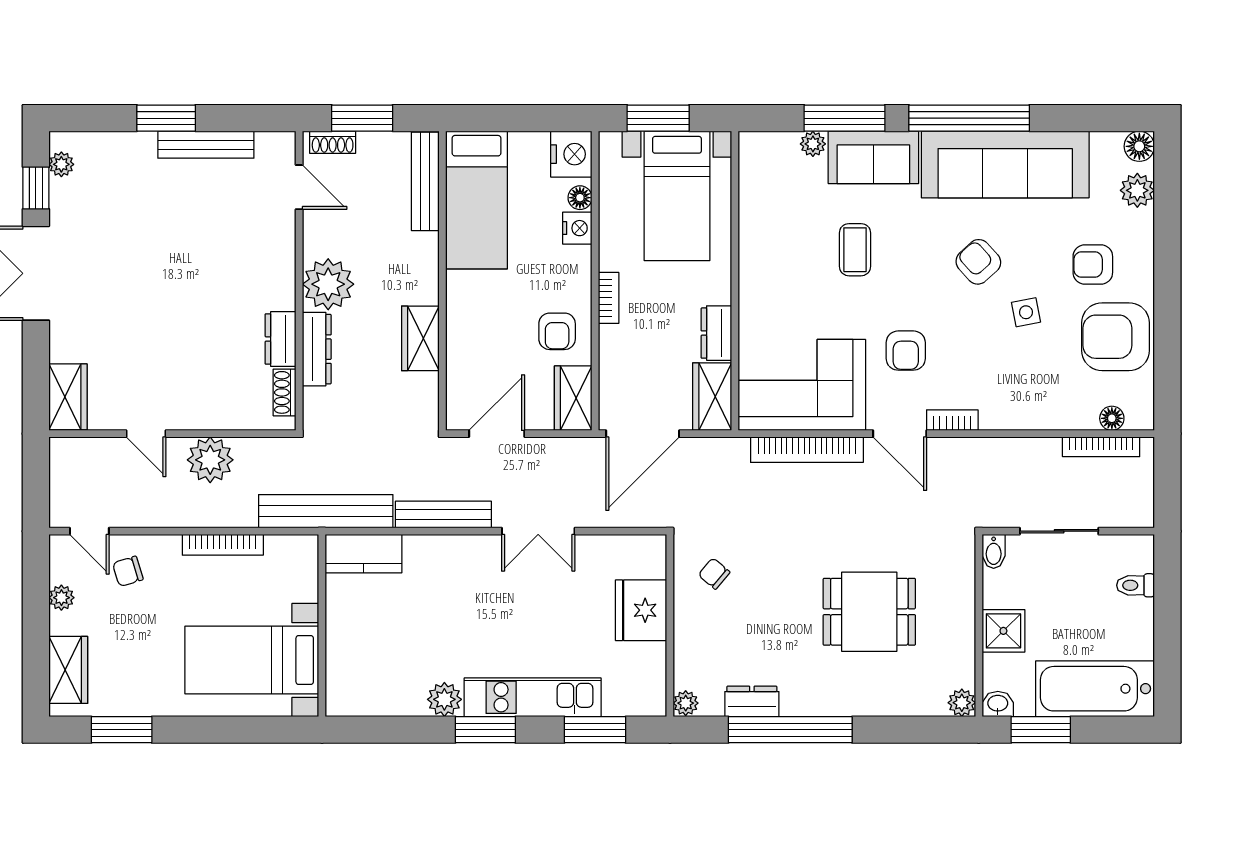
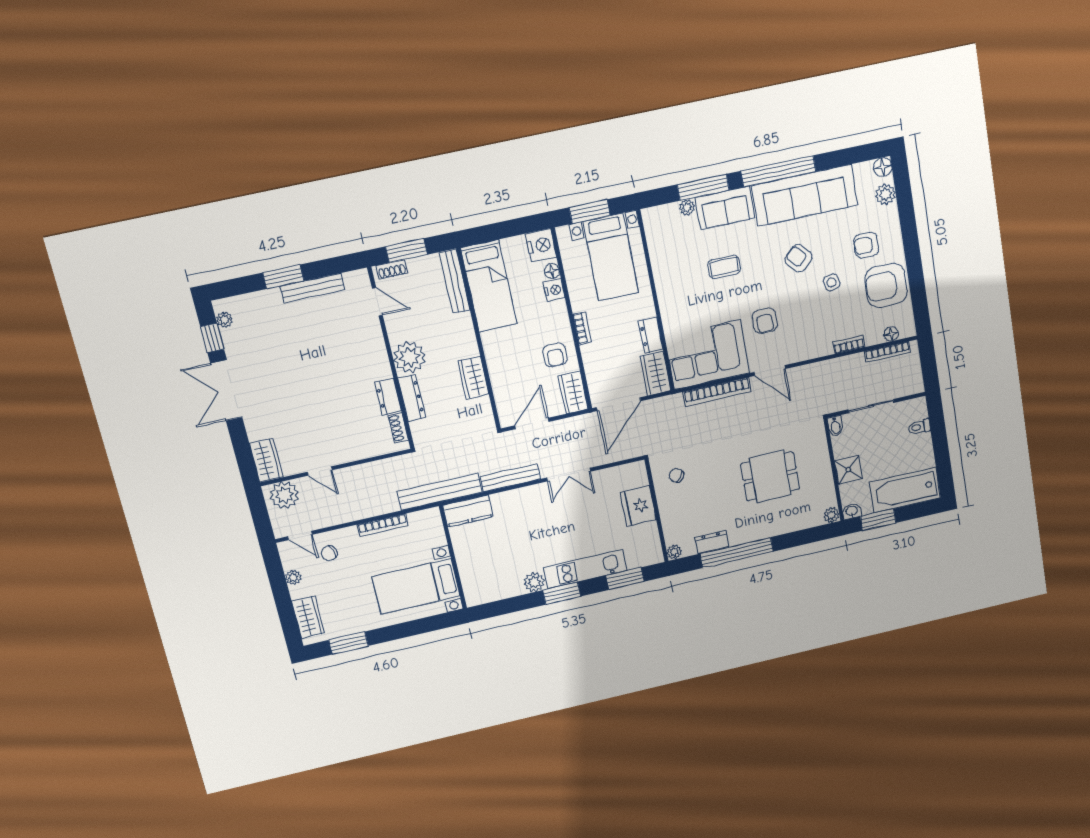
coffee table: (855, 250) -> (724, 267), turned 90
bookcase: (952, 420) -> (849, 345), moved
plant: (210, 460) -> (284, 495), moved

